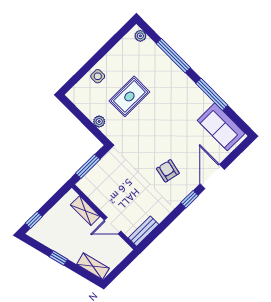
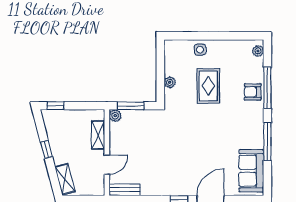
rug: (129, 96) -> (208, 86), turned 90
armchair: (168, 171) -> (253, 92), moved, turned -102
plant: (84, 184) -> (115, 116), added
door: (113, 226) -> (107, 165), swing flipped

